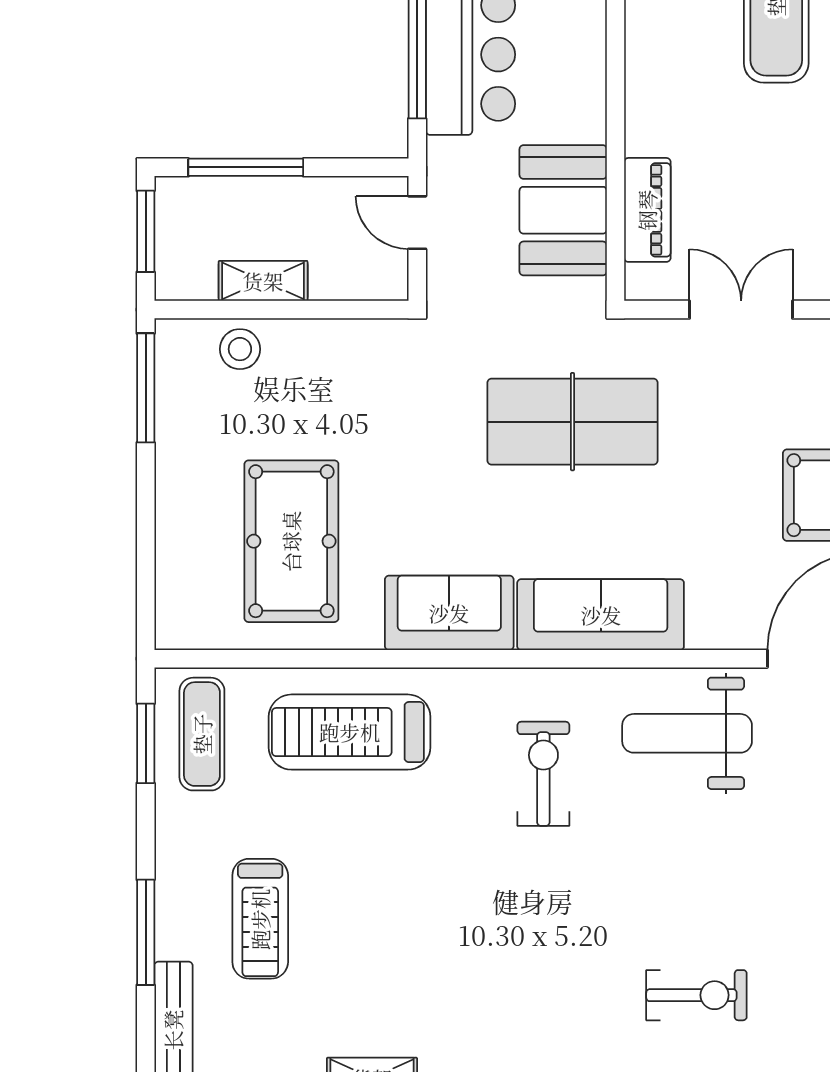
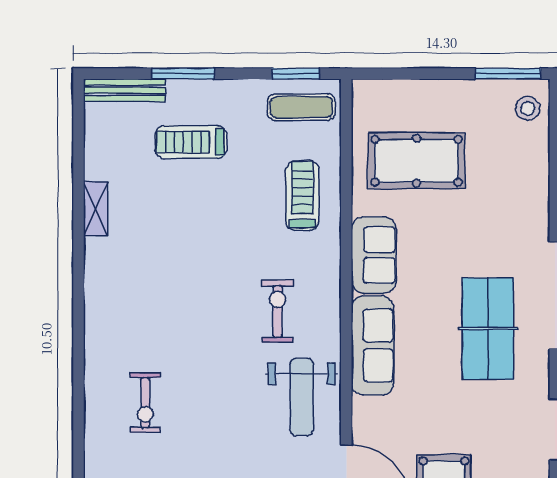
stool: (240, 349) -> (528, 108), moved
treadmill: (350, 732) -> (302, 195), width x0.73, depth x0.73
weight bench: (687, 733) -> (302, 397), turned 180
exercise bike: (543, 774) -> (278, 311), turned -90

